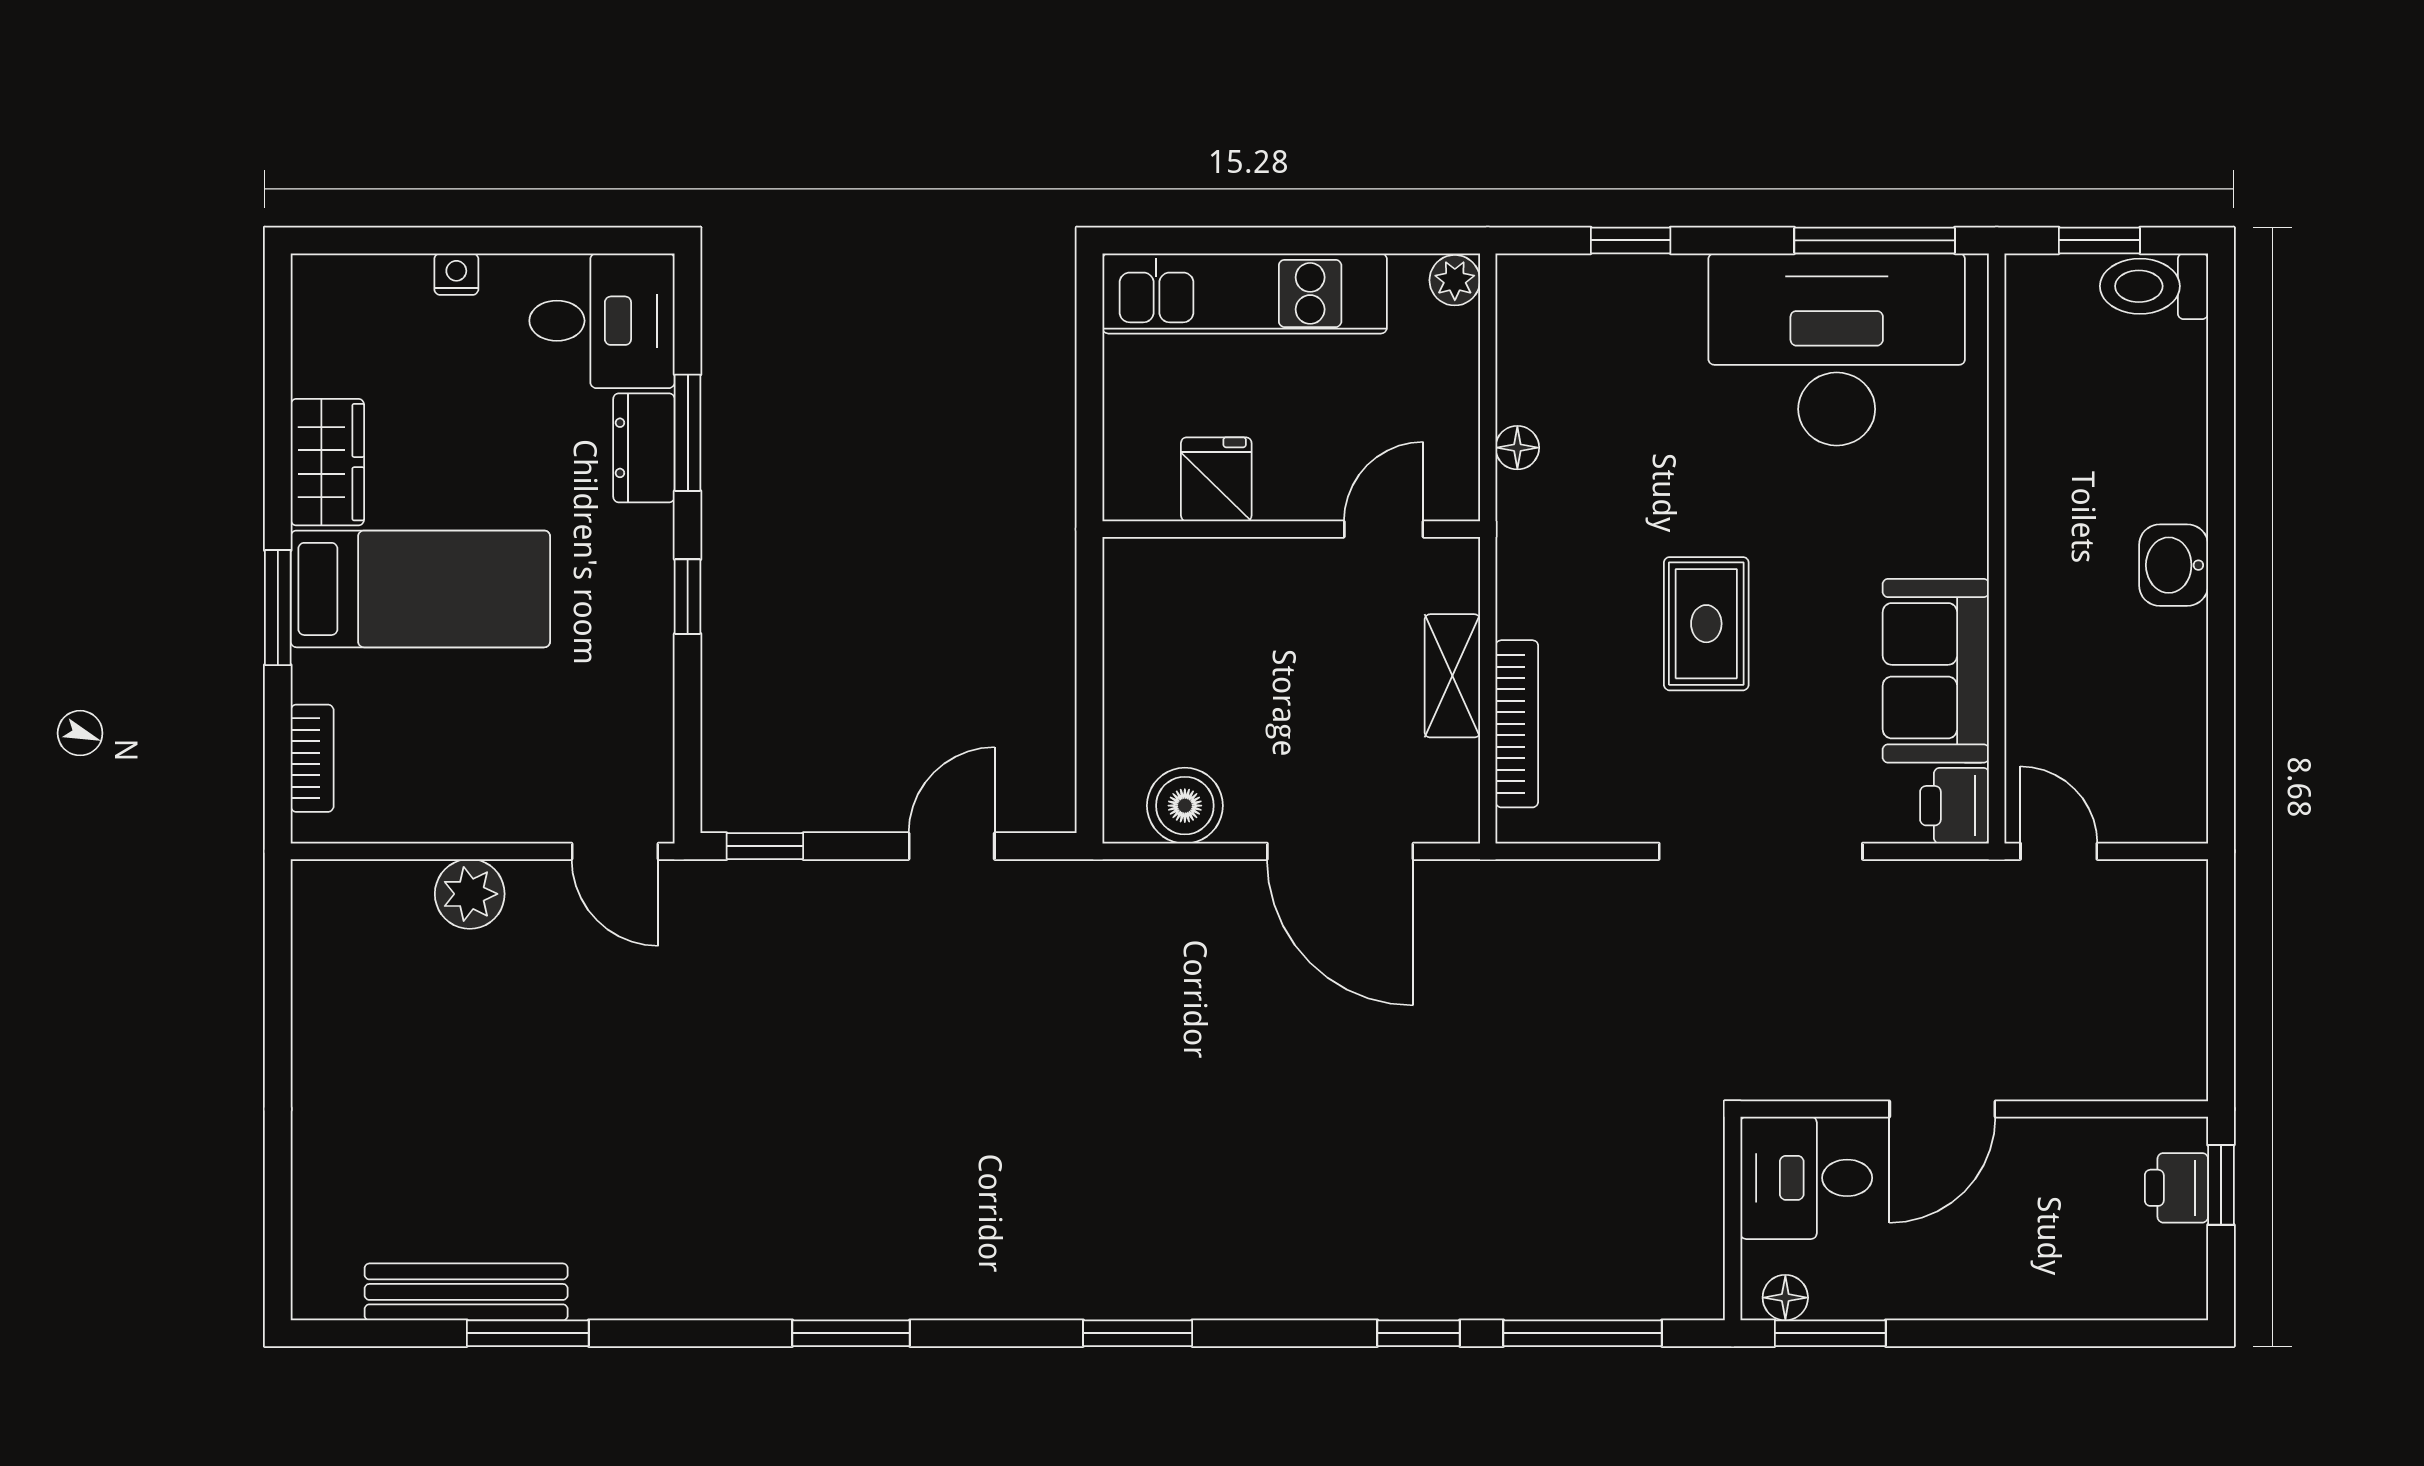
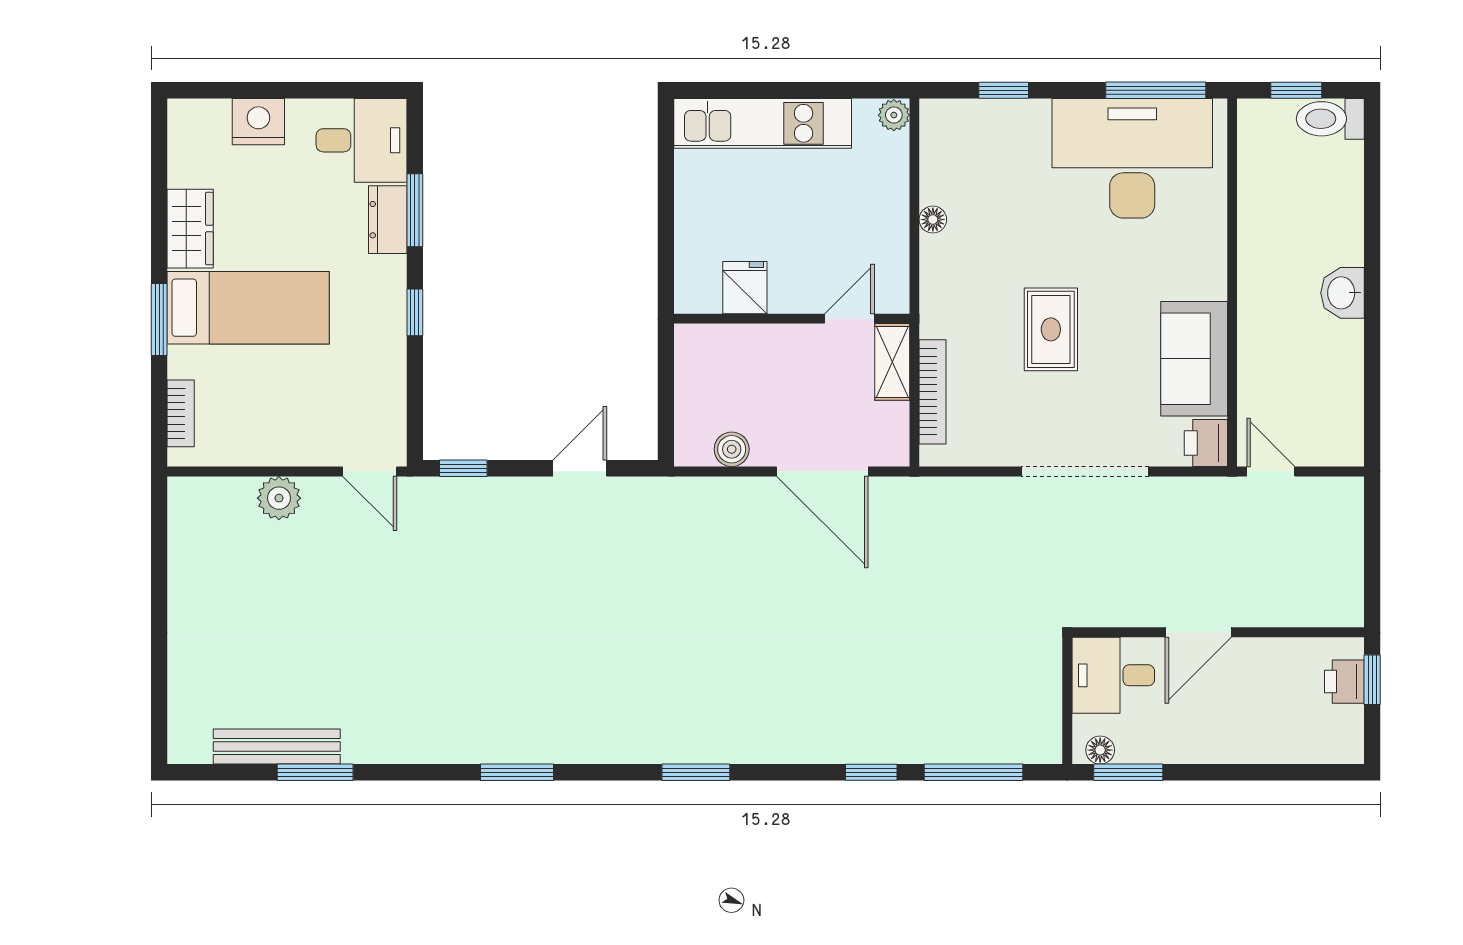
nightstand: (456, 274) -> (258, 122), width x1.89, depth x1.79
fridge: (1216, 479) -> (745, 288), moved
wall: (1291, 529) -> (792, 319), moved
door: (1384, 529) -> (849, 319), moved
boiler: (1185, 806) -> (732, 449), width x0.73, depth x0.73

